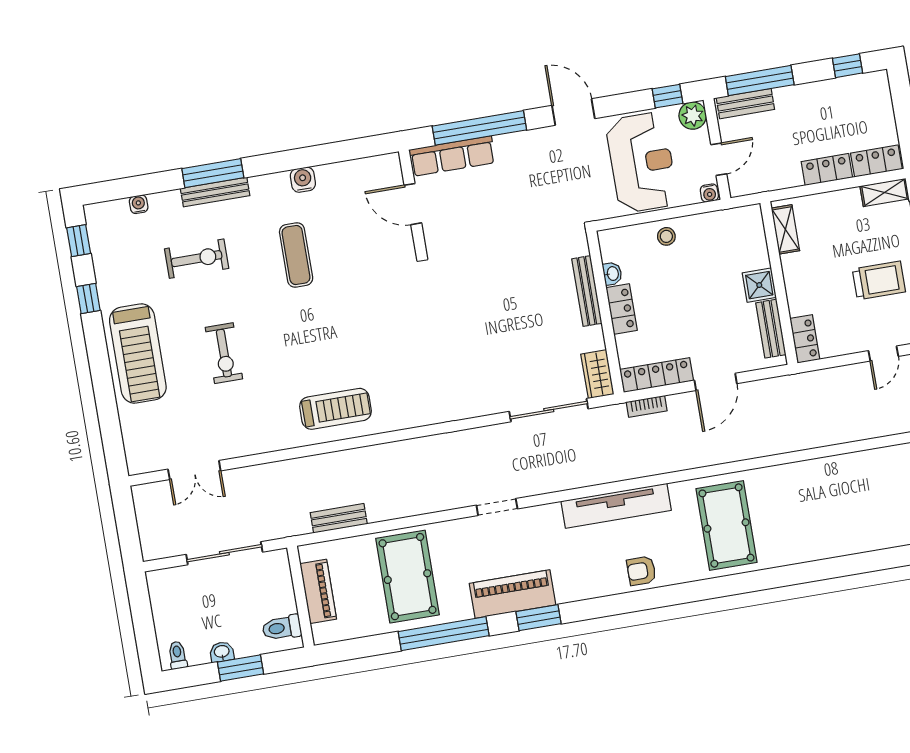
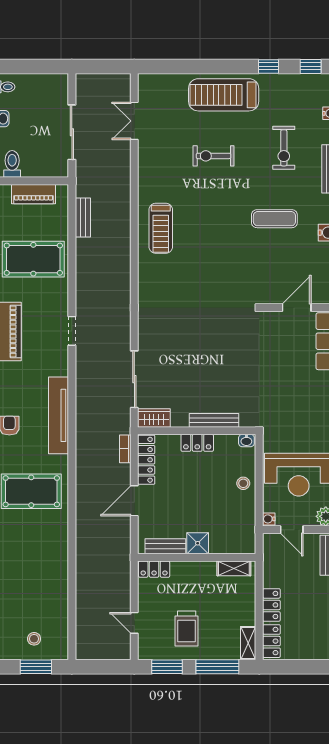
washbasin: (612, 274) -> (246, 441), moved
door: (716, 382) -> (134, 501), hinge flipped

